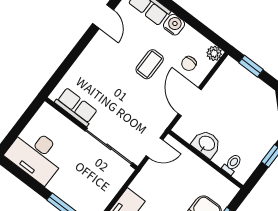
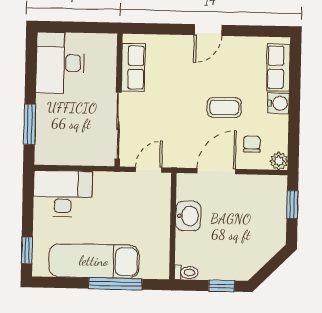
door: (103, 17) -> (208, 30), moved
chair: (189, 64) -> (252, 144), turned 90
door: (155, 148) -> (148, 170), swing flipped
toilet: (232, 164) -> (186, 272), moved

